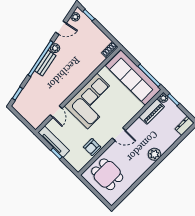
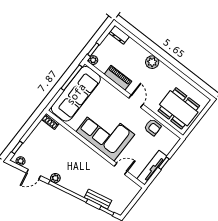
door: (61, 28) -> (34, 174), swing flipped
bench: (45, 63) -> (98, 199), moved
piano: (152, 112) -> (118, 78), moved
dining table: (107, 174) -> (179, 108), width x1.37

